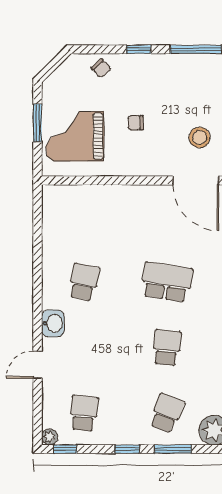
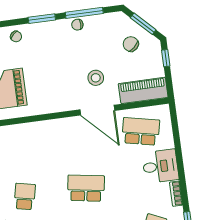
window: (139, 49) -> (42, 19), width x1.50
chair: (136, 123) -> (77, 25), moved

